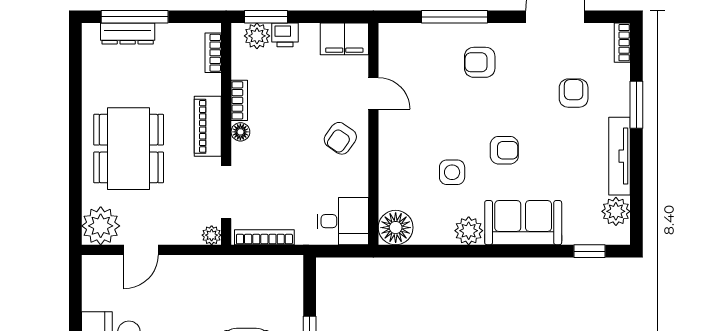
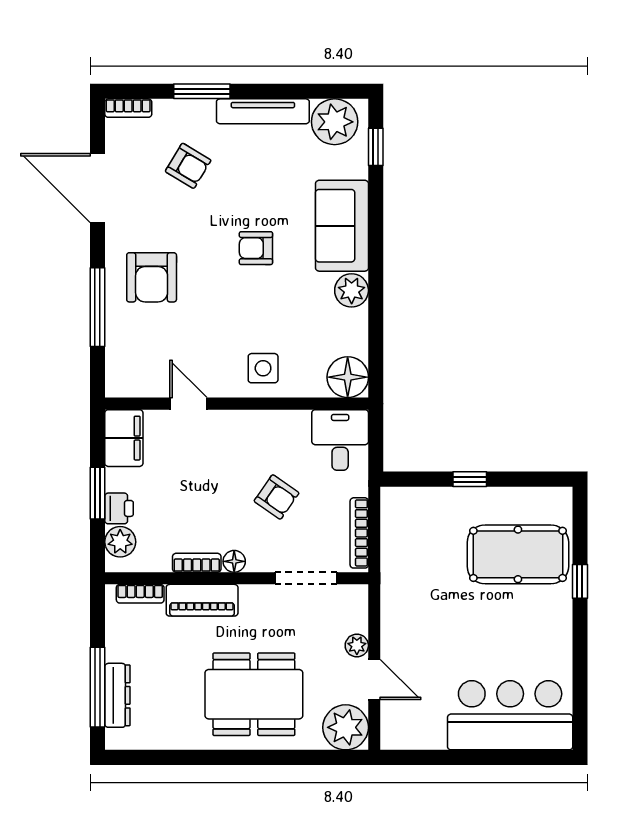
window: (266, 17) -> (97, 493), moved
armchair: (480, 62) -> (152, 277), width x1.38, depth x1.38
door: (373, 93) -> (188, 404), hinge flipped
armchair: (574, 93) -> (188, 166), turned -149
piano: (208, 126) -> (202, 600), moved
armchair: (340, 138) -> (277, 497), moved
armchair: (504, 150) -> (256, 248), turned -90
side table: (452, 172) -> (263, 368), moved
plant: (616, 211) -> (335, 122), width x1.36, depth x1.36
plant: (212, 235) -> (357, 646), moved

